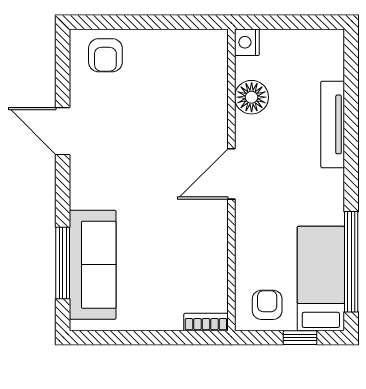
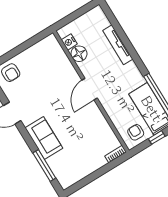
nightstand: (247, 42) -> (69, 42), moved
sofa: (93, 265) -> (44, 138), moved, width x0.73

